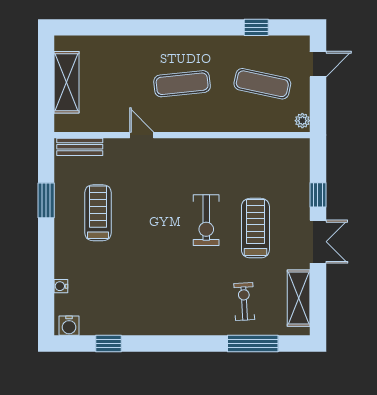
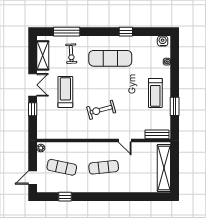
shelving: (67, 82) -> (164, 168), width x1.47
treadmill: (98, 213) -> (155, 93), moved
exercise bike: (206, 220) -> (101, 110), moved, turned -105
treadmill: (255, 228) -> (65, 92), turned 180
double door: (318, 242) -> (33, 85), swing flipped
exercise mat: (169, 293) -> (110, 58), added
window: (108, 344) -> (126, 32), moved

